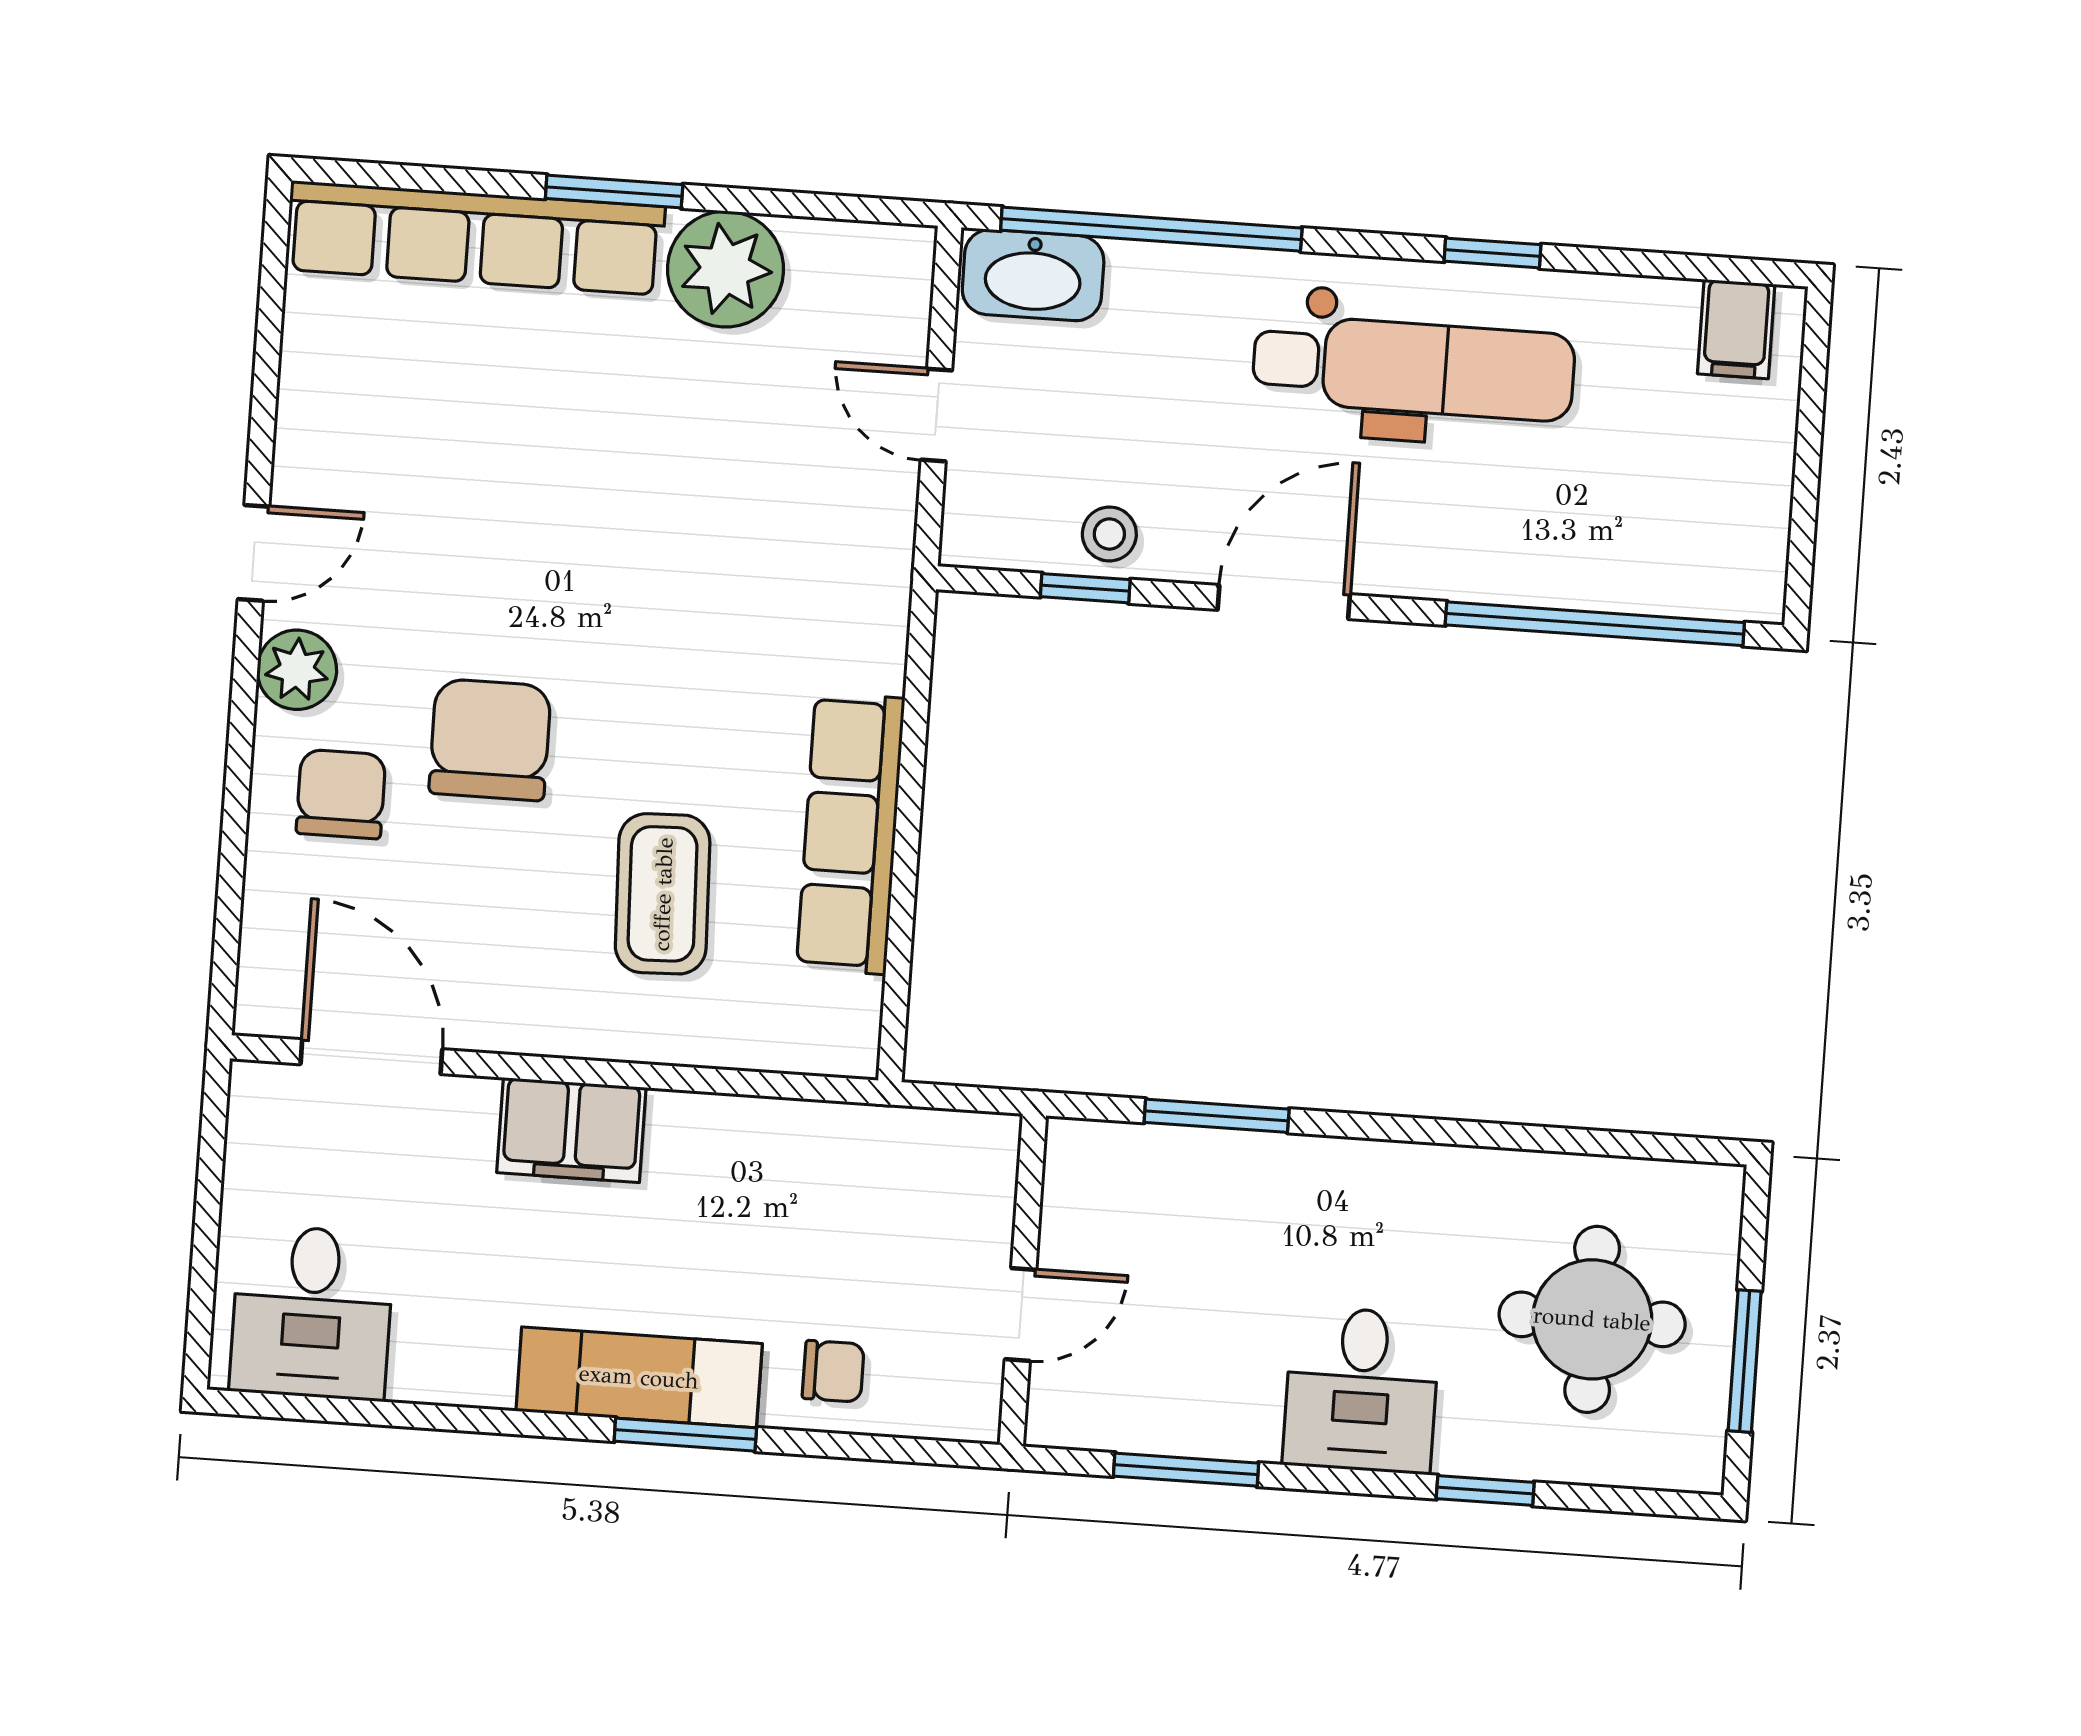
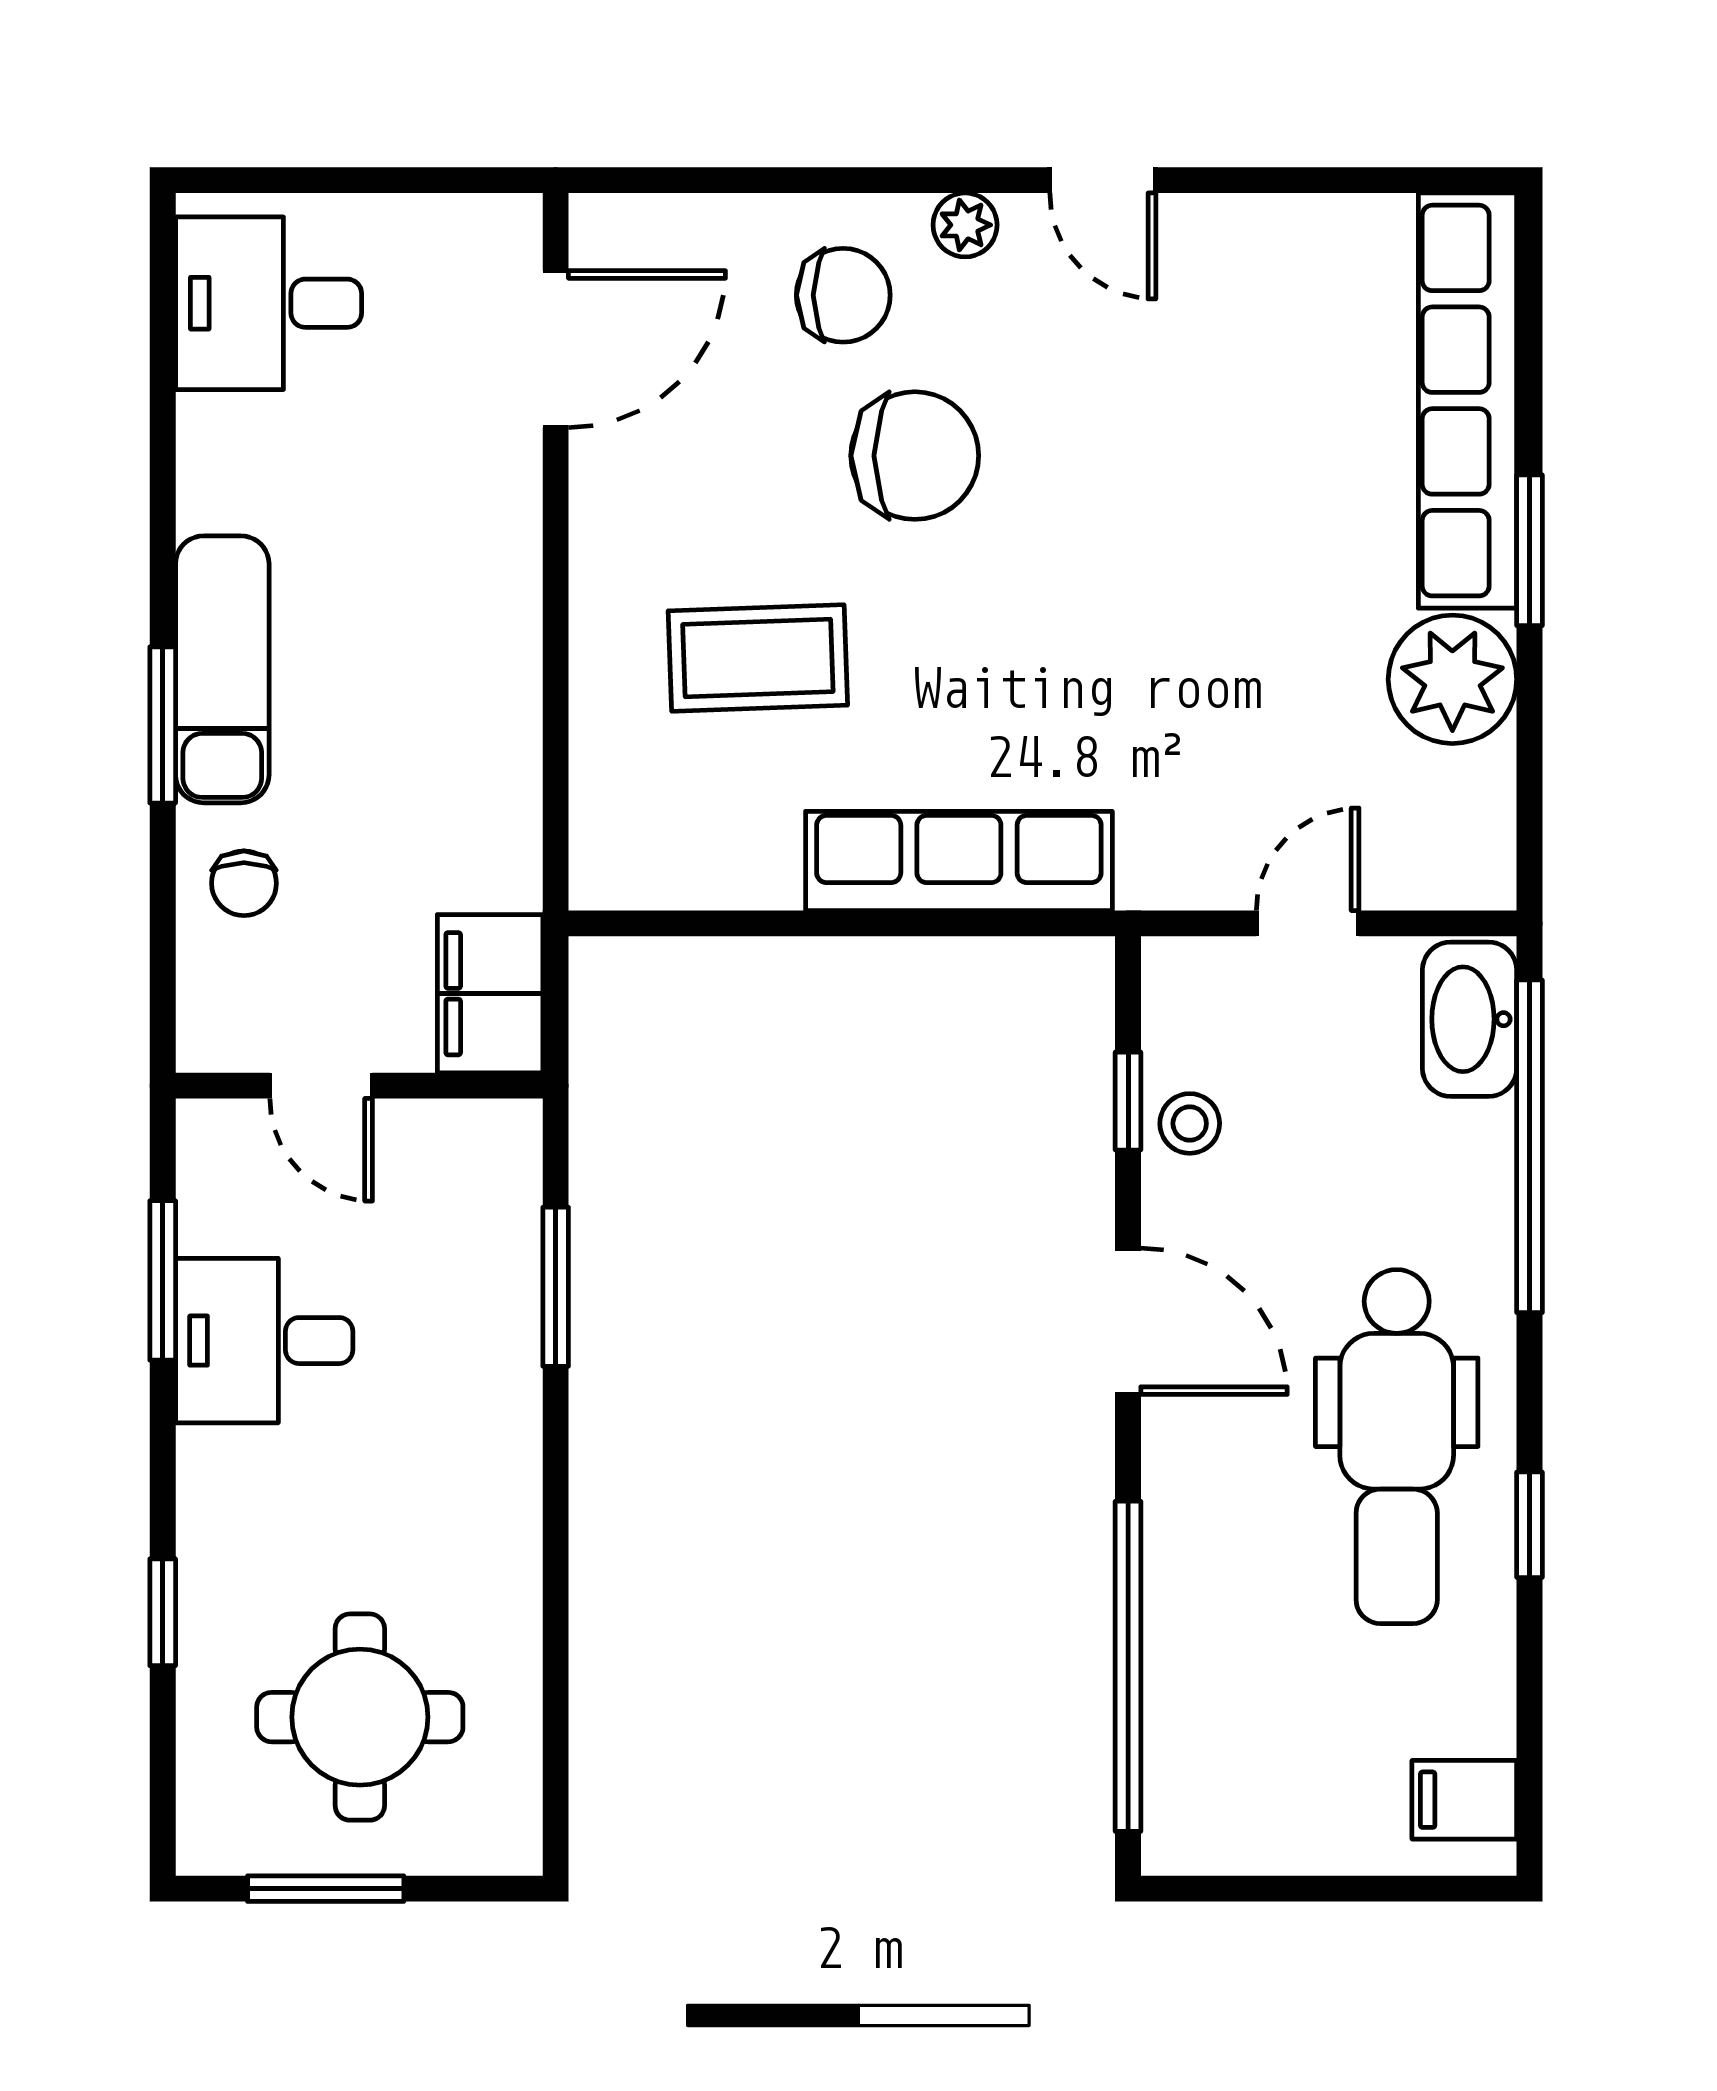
plant: (297, 670) -> (965, 225), width x0.73, depth x0.73
row of seats: (851, 833) -> (959, 861), moved
filing cabinet: (571, 1130) -> (490, 994), moved
desk: (1361, 1390) -> (264, 1341), moved

